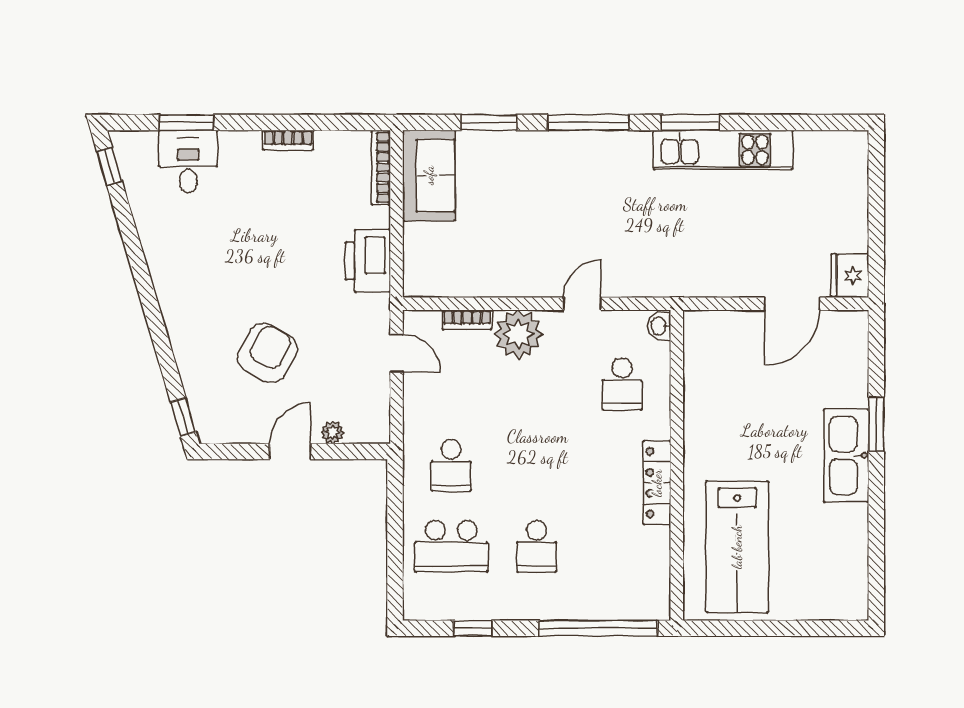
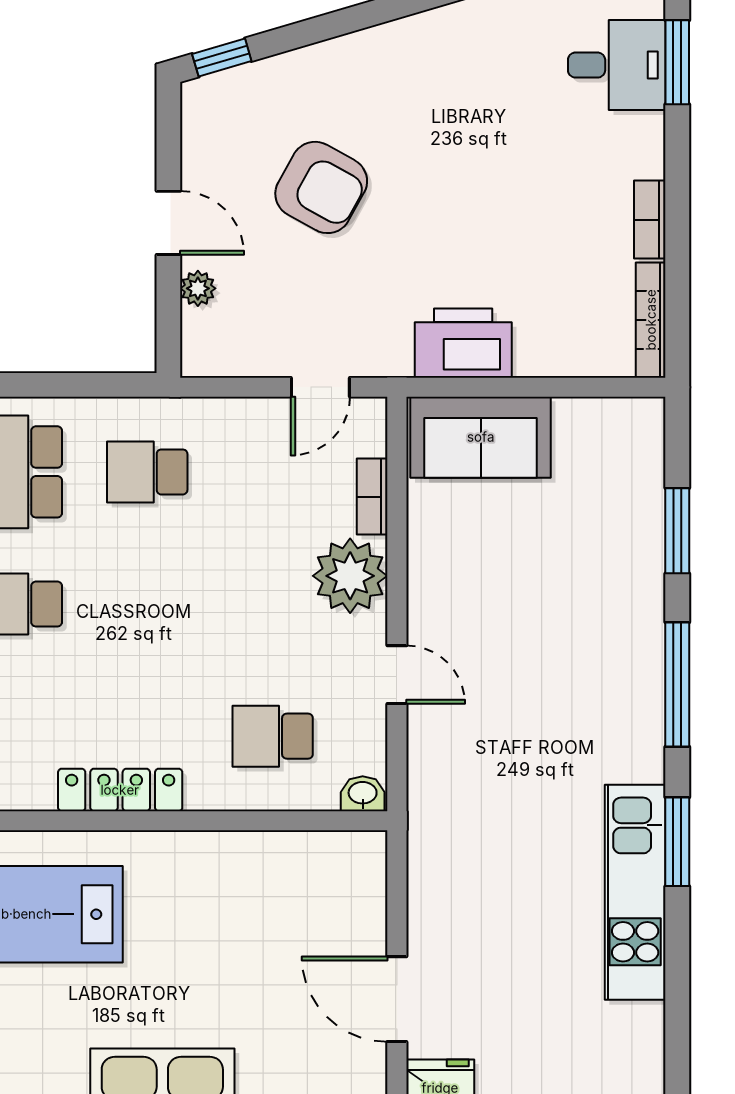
bookcase: (381, 167) -> (651, 320), moved, turned -90
sofa: (429, 175) -> (481, 437), moved

